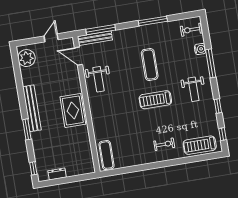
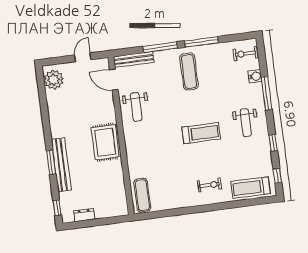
window: (101, 30) -> (160, 47), moved
exercise mat: (150, 64) -> (189, 72), moved
treadmill: (155, 100) -> (201, 133), turned 180
bench: (32, 108) -> (61, 165), moved

